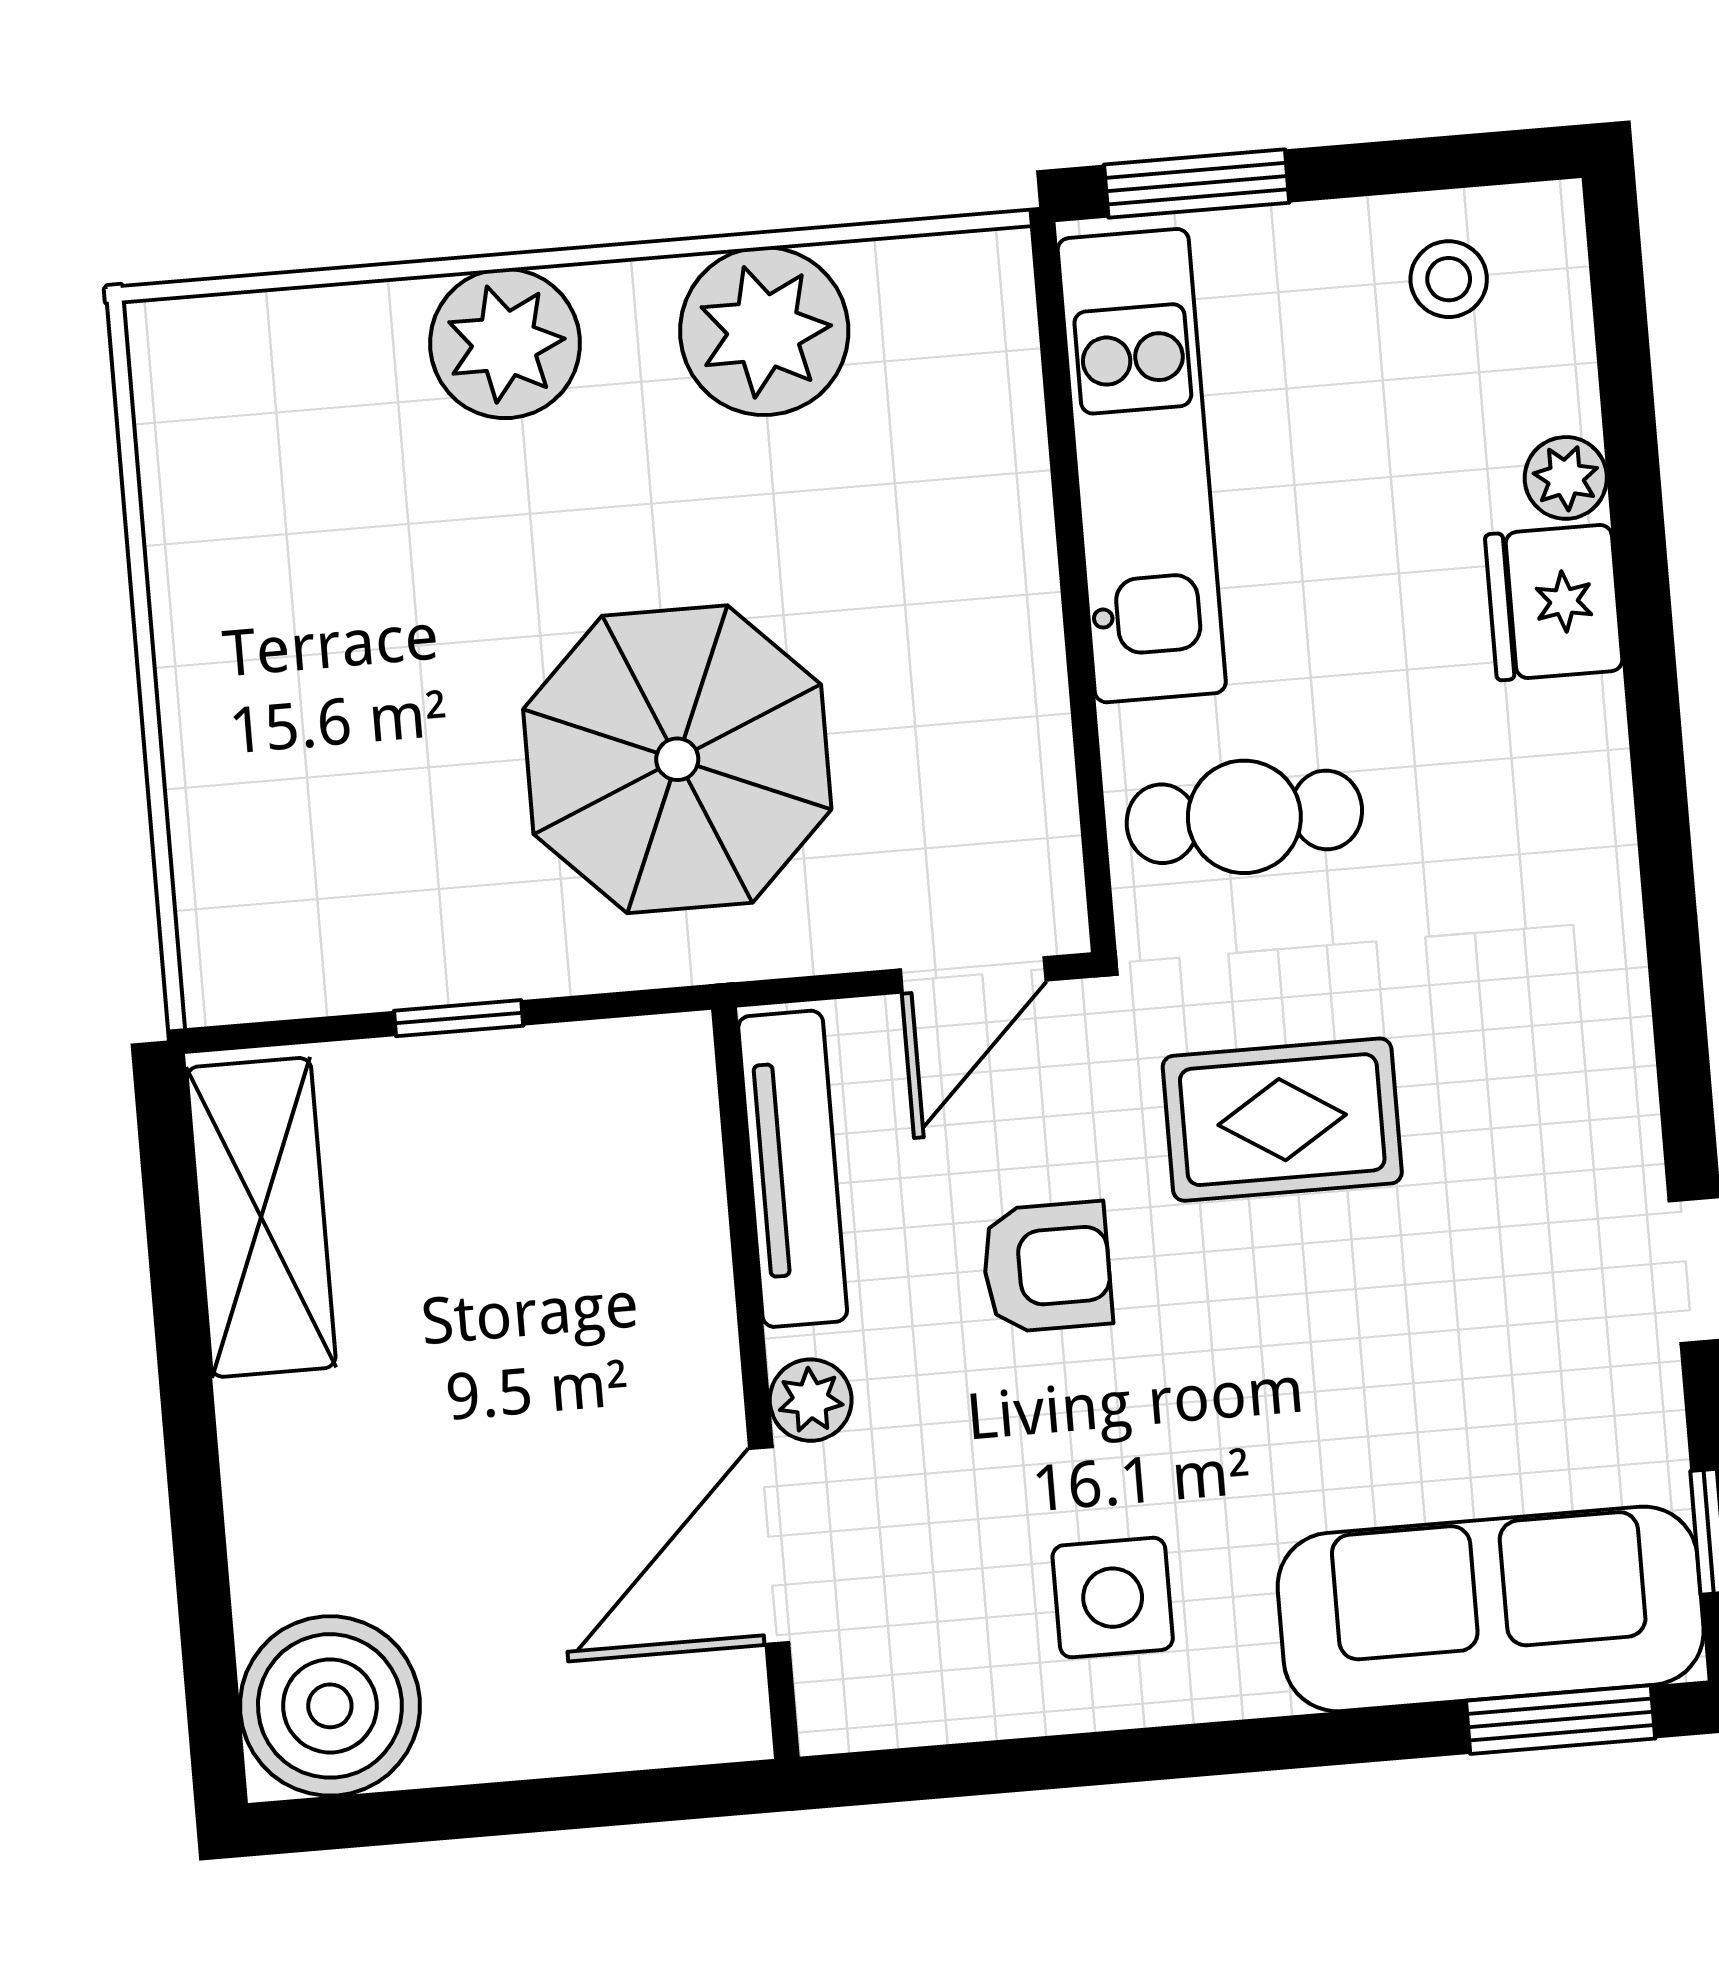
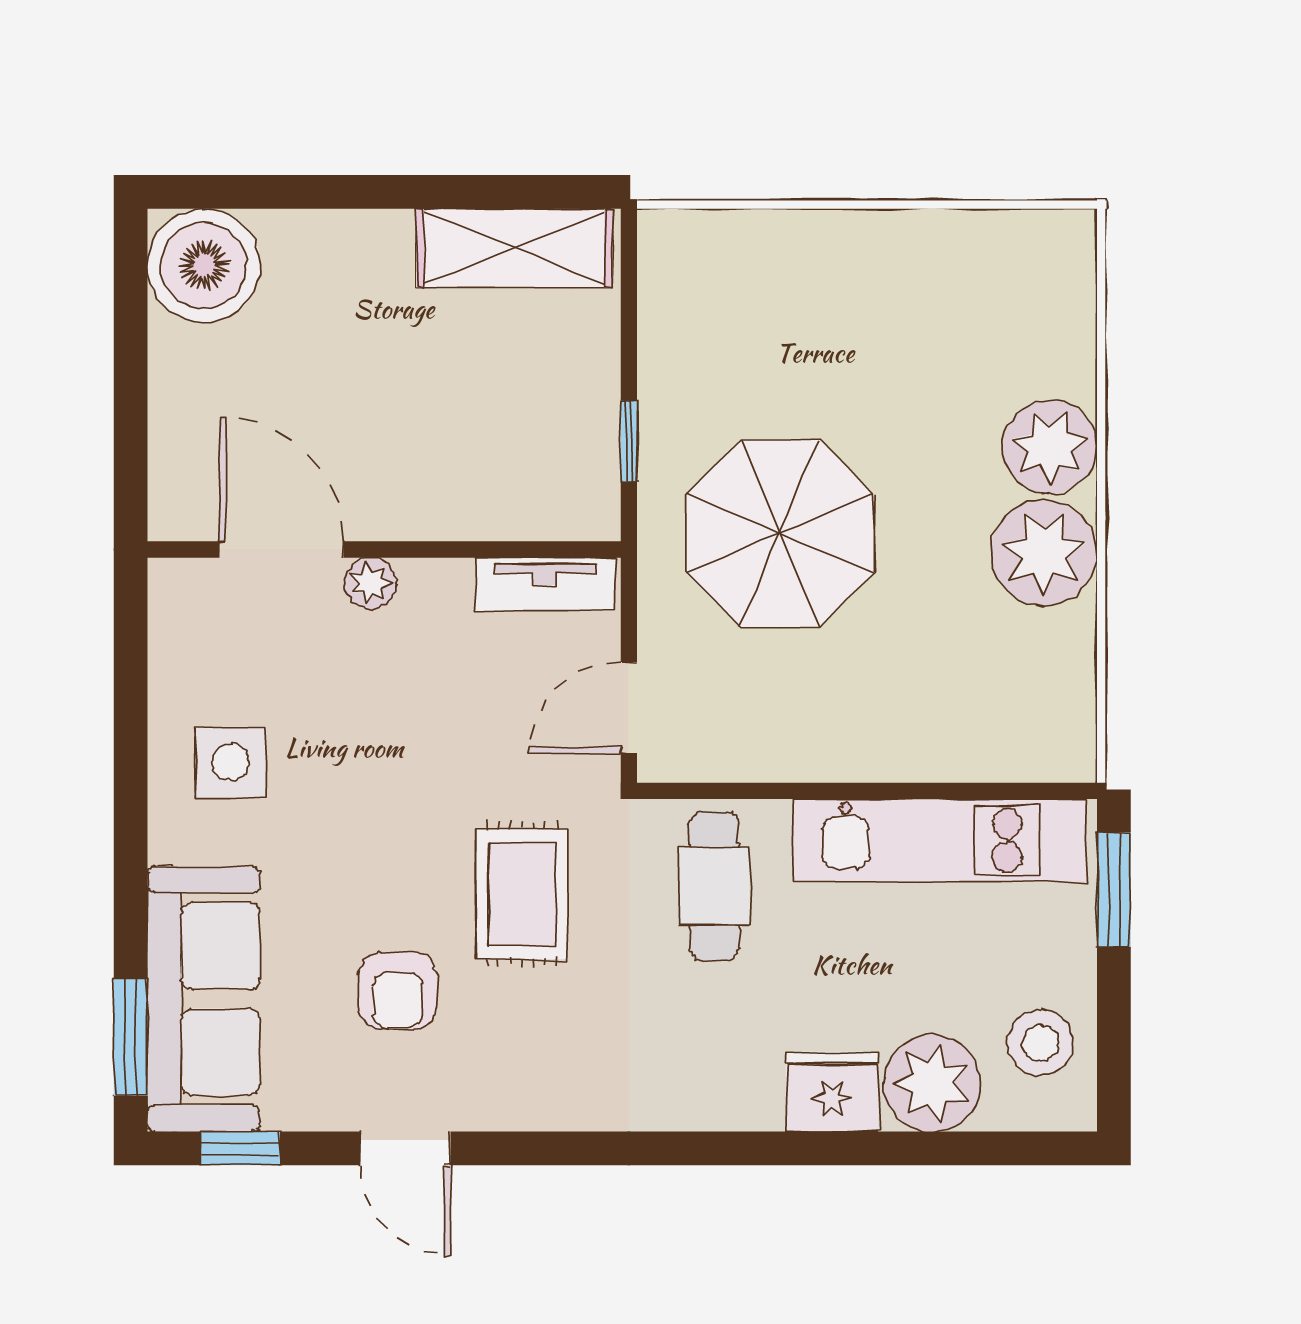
stool: (1449, 279) -> (1041, 1043), width x1.37, depth x1.37
plant: (764, 331) -> (1044, 553), moved
plant: (1566, 478) -> (932, 1083), width x1.88, depth x1.88
door: (973, 975) -> (629, 708), hinge flipped
window: (459, 1018) -> (629, 441), moved
tv unit: (793, 1169) -> (545, 584), width x0.71
armchair: (1047, 1267) -> (398, 991), moved

